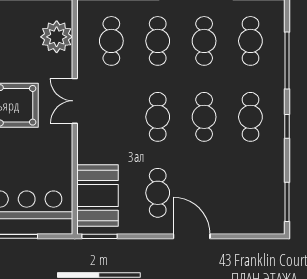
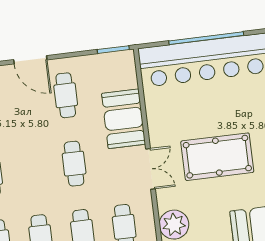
cafe table: (204, 117) -> (32, 169), removed
booth: (98, 195) -> (124, 119), moved

